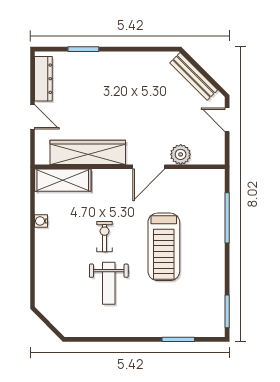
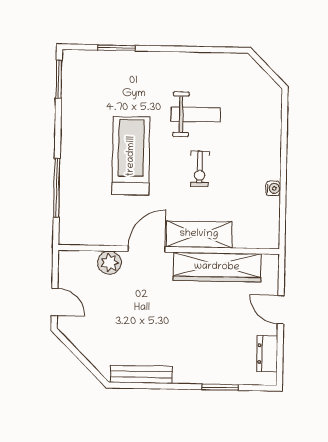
bench: (194, 76) -> (141, 374), moved, turned -45
dresser: (43, 79) -> (267, 354), width x0.70
shelving: (63, 180) -> (199, 234), moved
weight bench: (109, 283) -> (196, 114), turned 90

